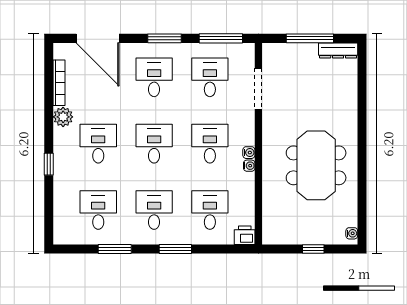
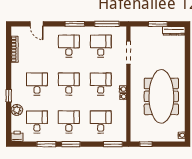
door: (98, 38) -> (37, 24), width x0.53
window: (310, 38) -> (158, 24), width x0.69
plant: (63, 117) -> (17, 110), moved
meeting table: (316, 165) -> (161, 96), width x1.36
printer: (245, 235) -> (17, 136), moved
window: (175, 249) -> (71, 144), moved
window: (231, 249) -> (113, 144), added
window: (313, 249) -> (146, 144), moved

